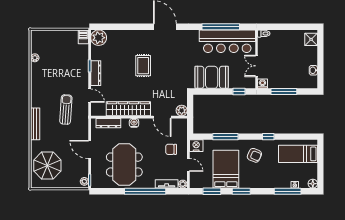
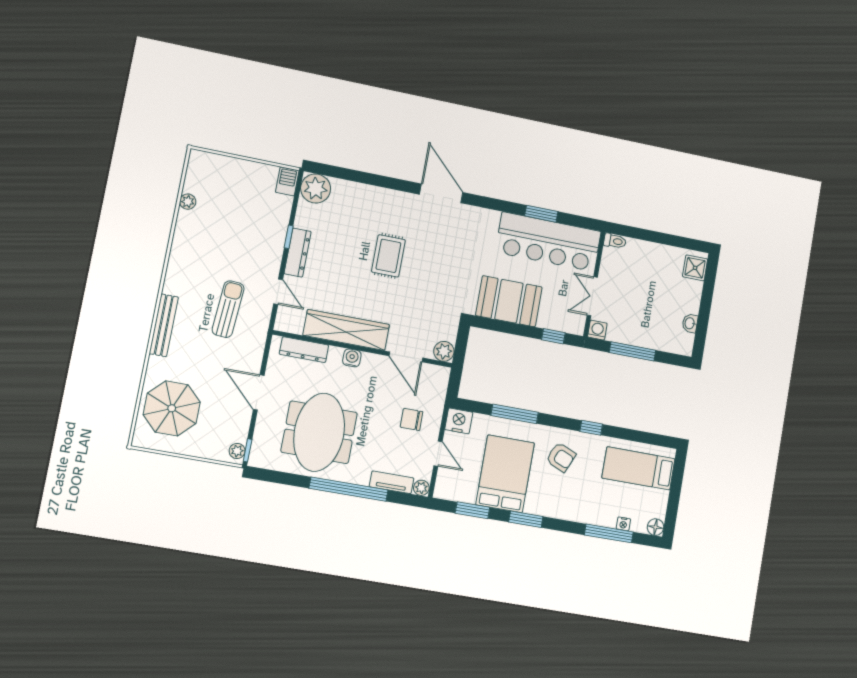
window: (221, 27) -> (541, 214), width x0.47

